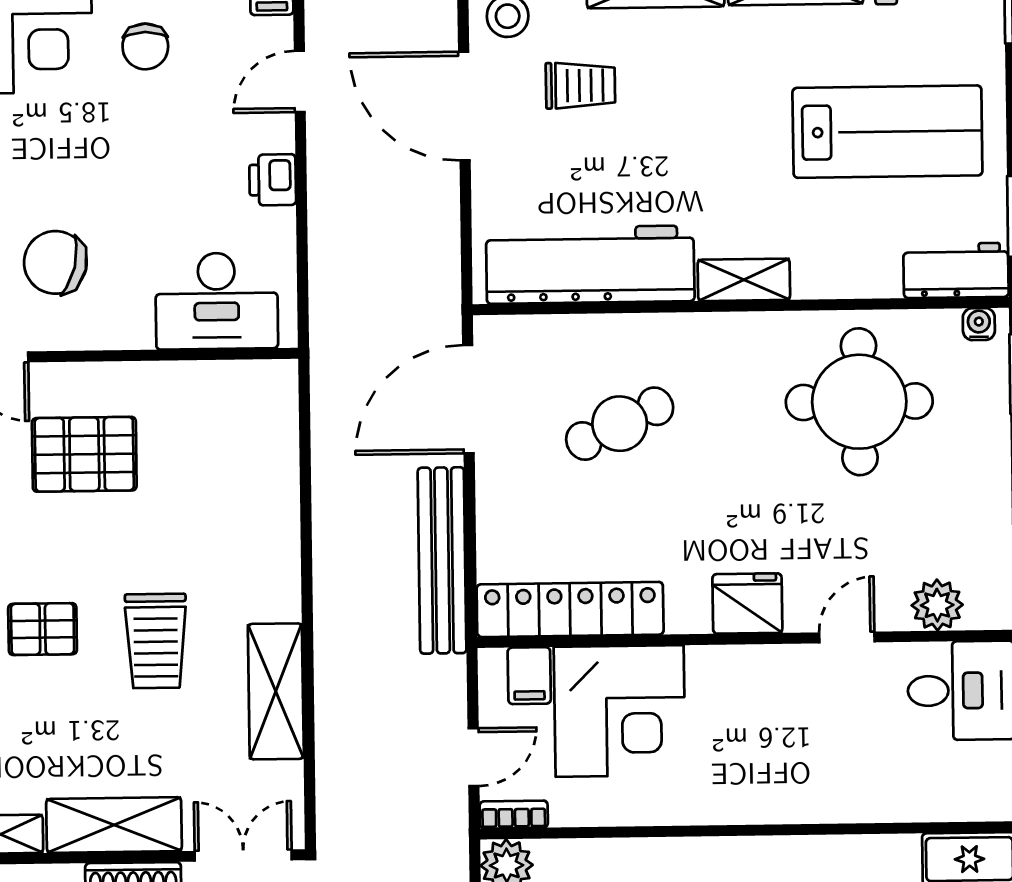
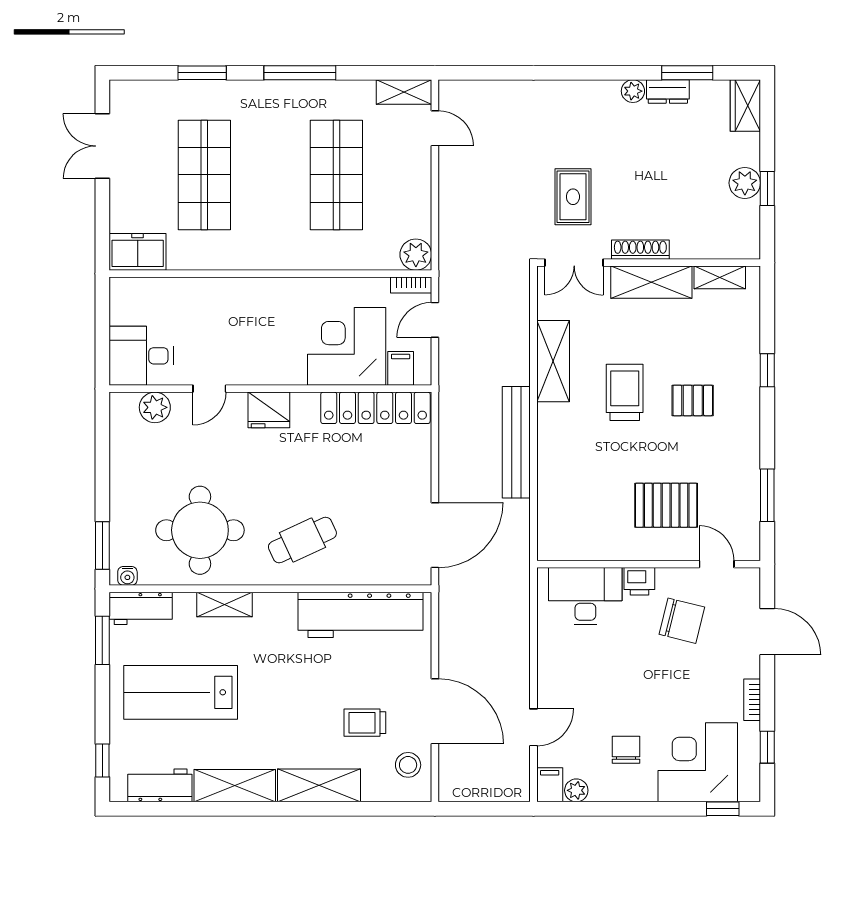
printer: (273, 180) -> (639, 581), moved, turned 90
shelving: (744, 280) -> (225, 604), moved
cafe table: (620, 424) -> (302, 540), moved
bench: (442, 560) -> (516, 442), moved

